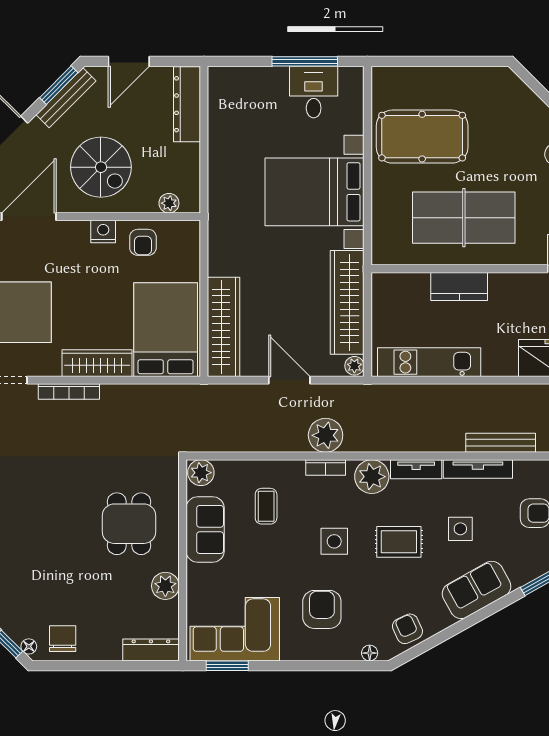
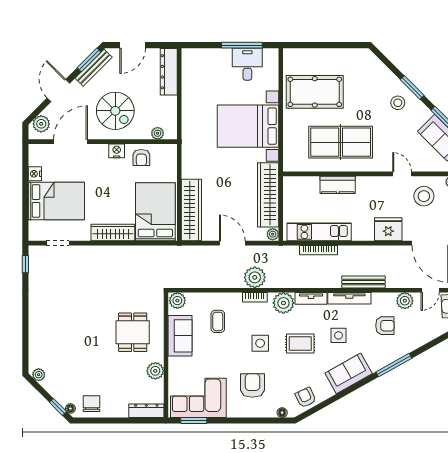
bookcase: (69, 392) -> (319, 250), moved

